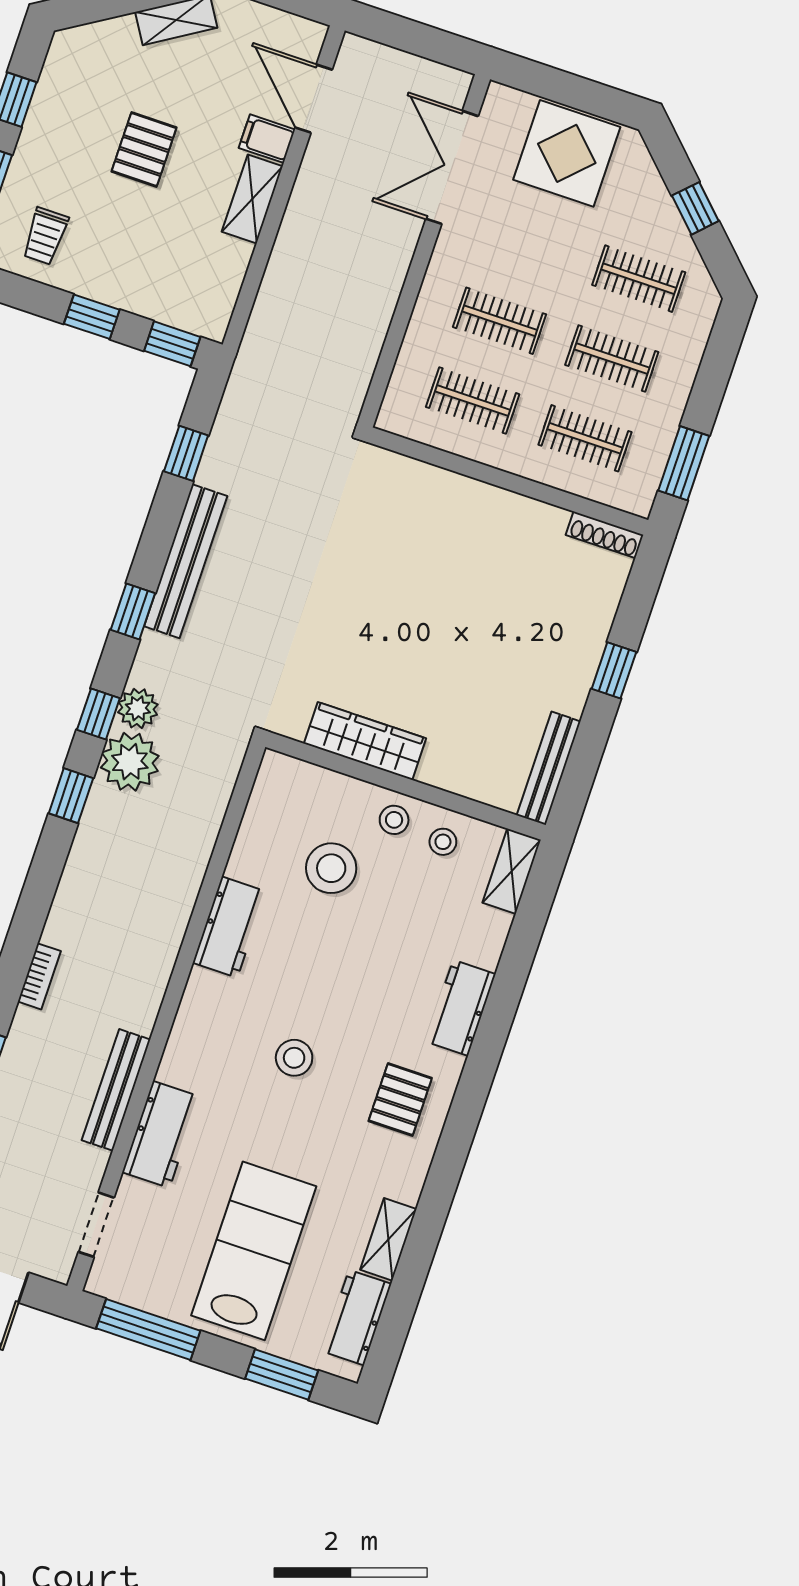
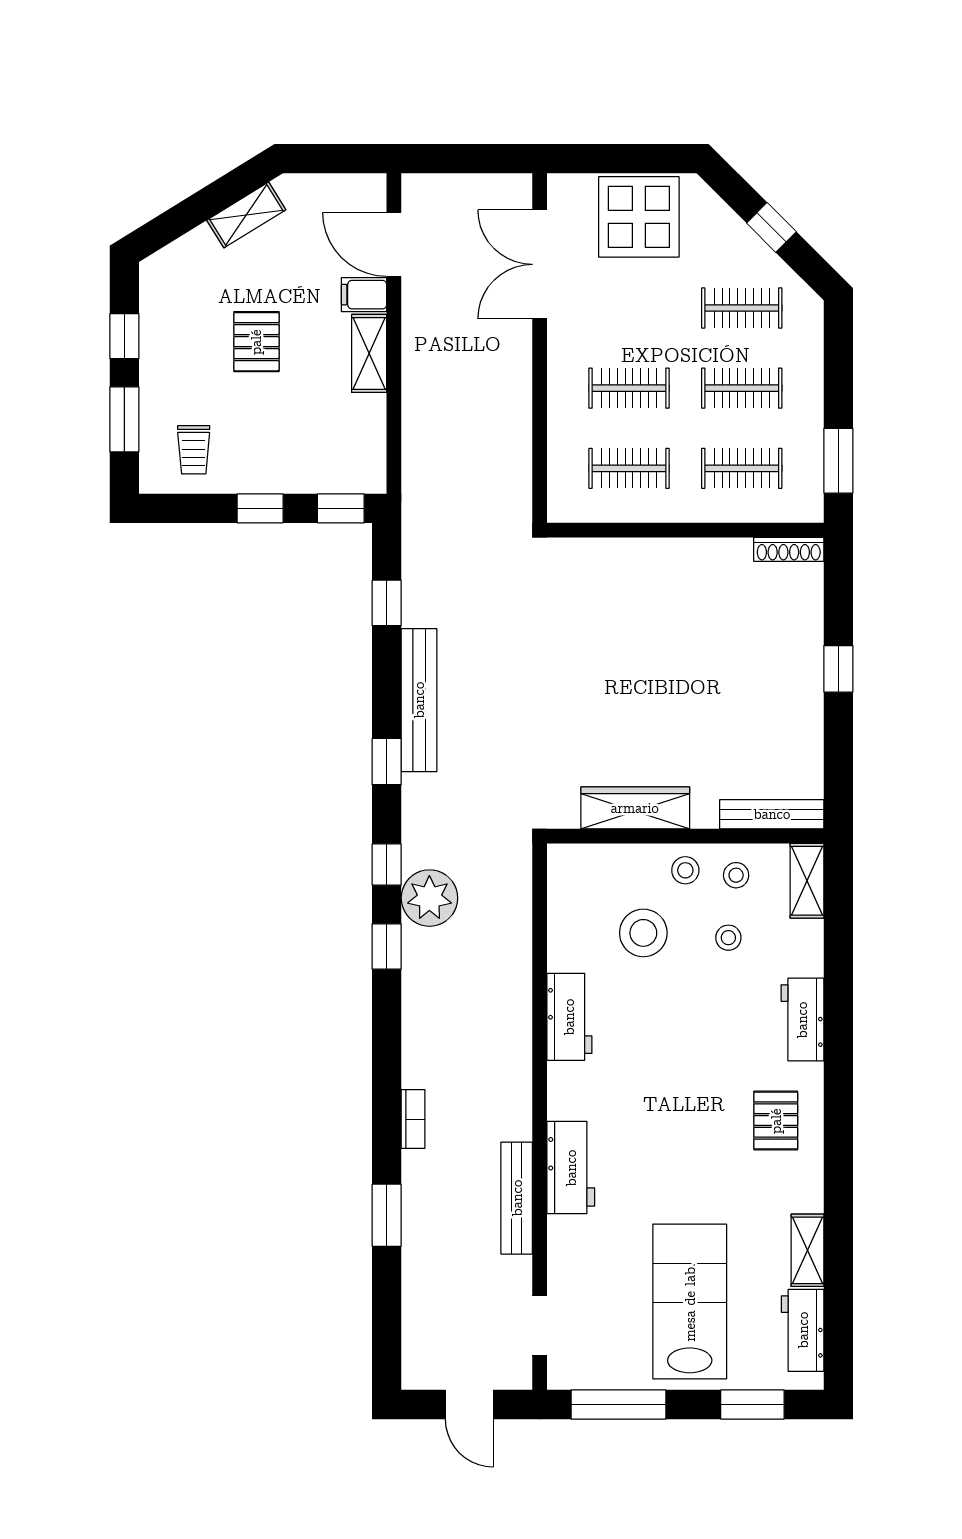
plant: (138, 708) -> (421, 848), removed
bench: (549, 768) -> (772, 814), moved, turned 90
stool: (294, 1058) -> (728, 938), moved, width x0.73, depth x0.73
workbench: (161, 1134) -> (571, 1168), moved

